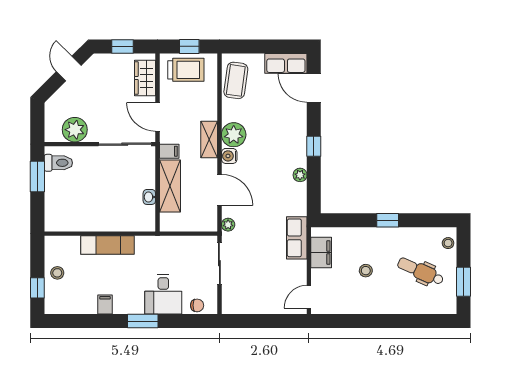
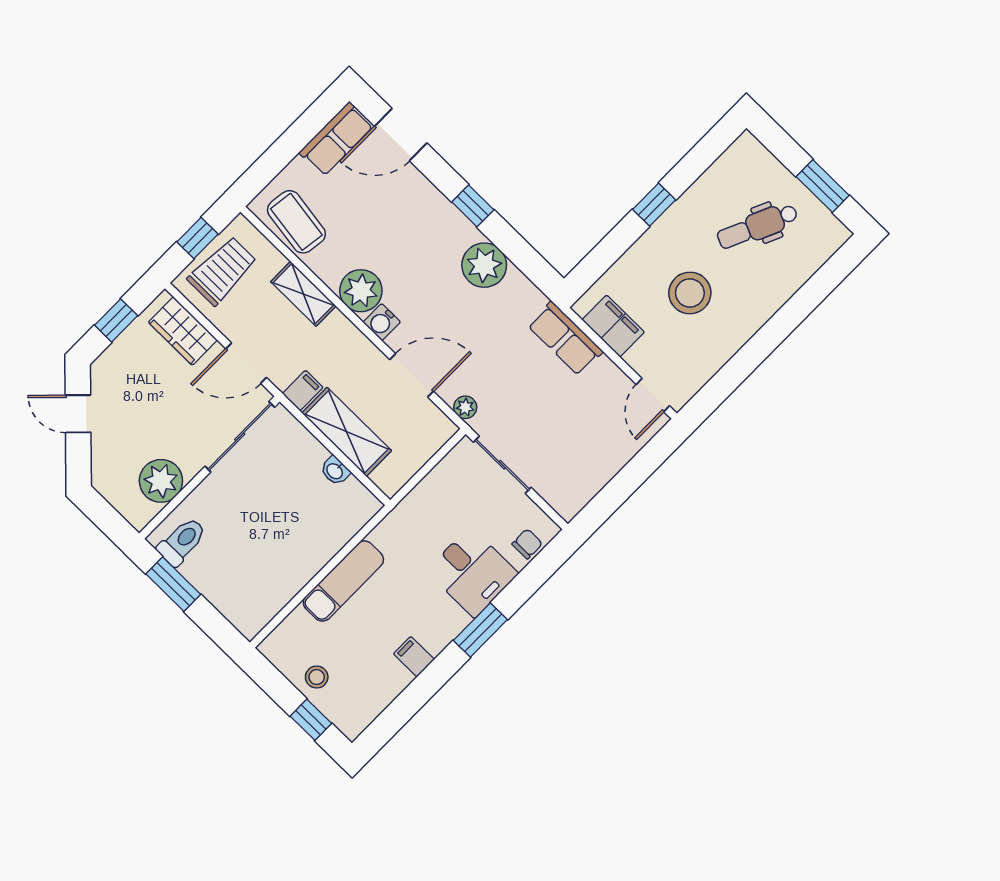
shelving: (209, 140) -> (303, 294), moved
plant: (300, 175) -> (484, 265), width x1.88, depth x1.88
stool: (448, 243) -> (756, 158), removed
stool: (366, 271) -> (690, 293), width x1.89, depth x1.89

